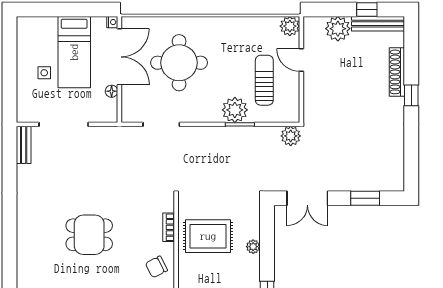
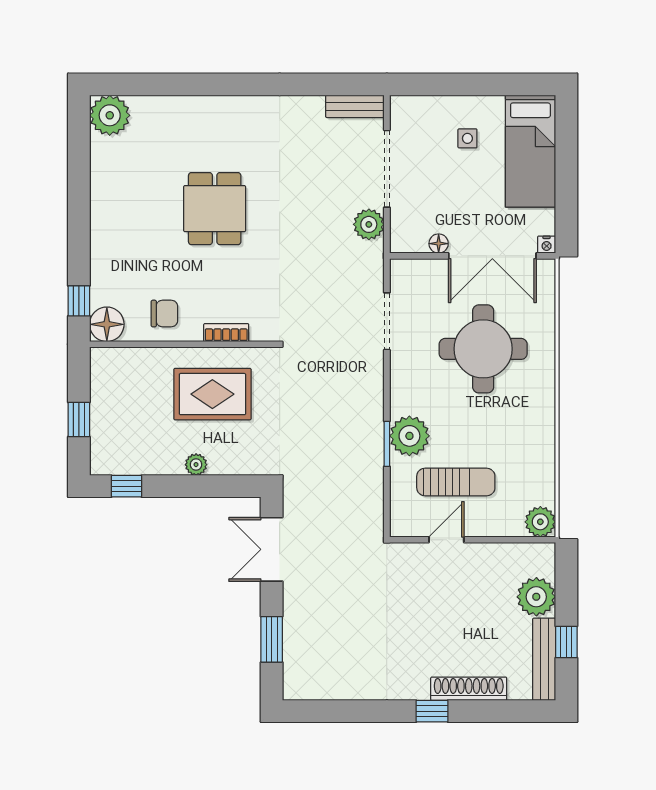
bed: (74, 52) -> (530, 151), moved, turned -90
door: (301, 60) -> (446, 540), moved
plant: (291, 136) -> (369, 224), moved
rug: (208, 236) -> (212, 394), turned 90
chair: (156, 267) -> (164, 314), turned 117

